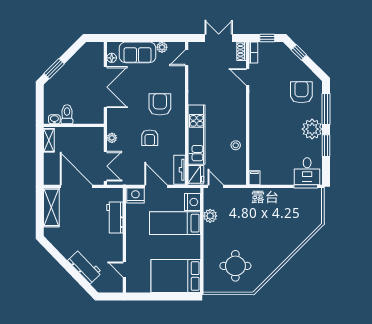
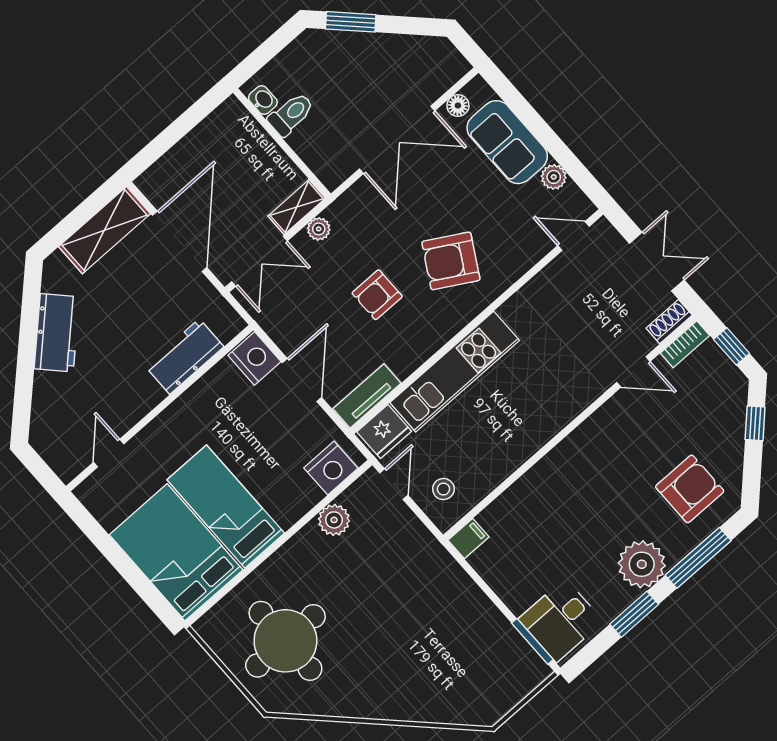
door: (248, 77) -> (633, 372), swing flipped
armchair: (160, 104) -> (451, 261), turned -150
shelving: (49, 140) -> (297, 207), moved
stool: (236, 145) -> (443, 489), moved
bed: (175, 223) -> (226, 507), moved
round table: (235, 266) -> (285, 641), width x1.36, depth x1.36
workbench: (85, 267) -> (57, 333), moved

